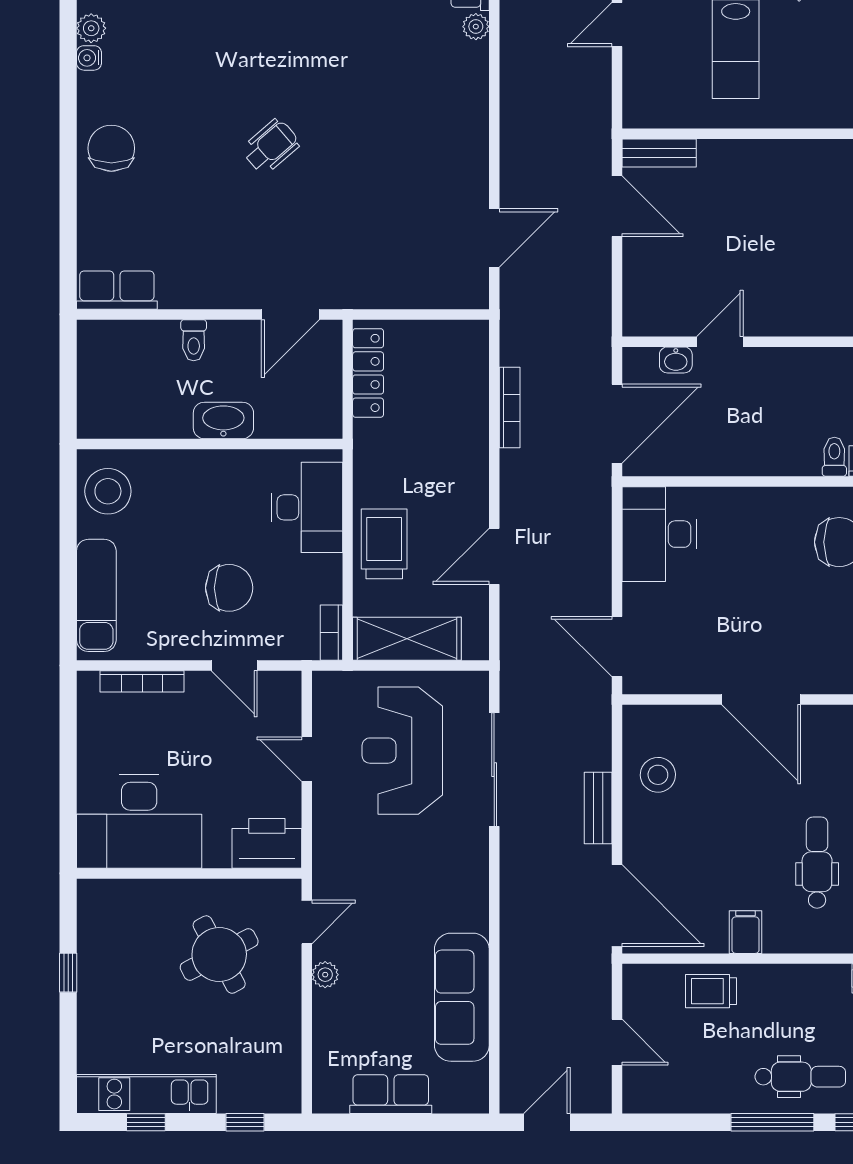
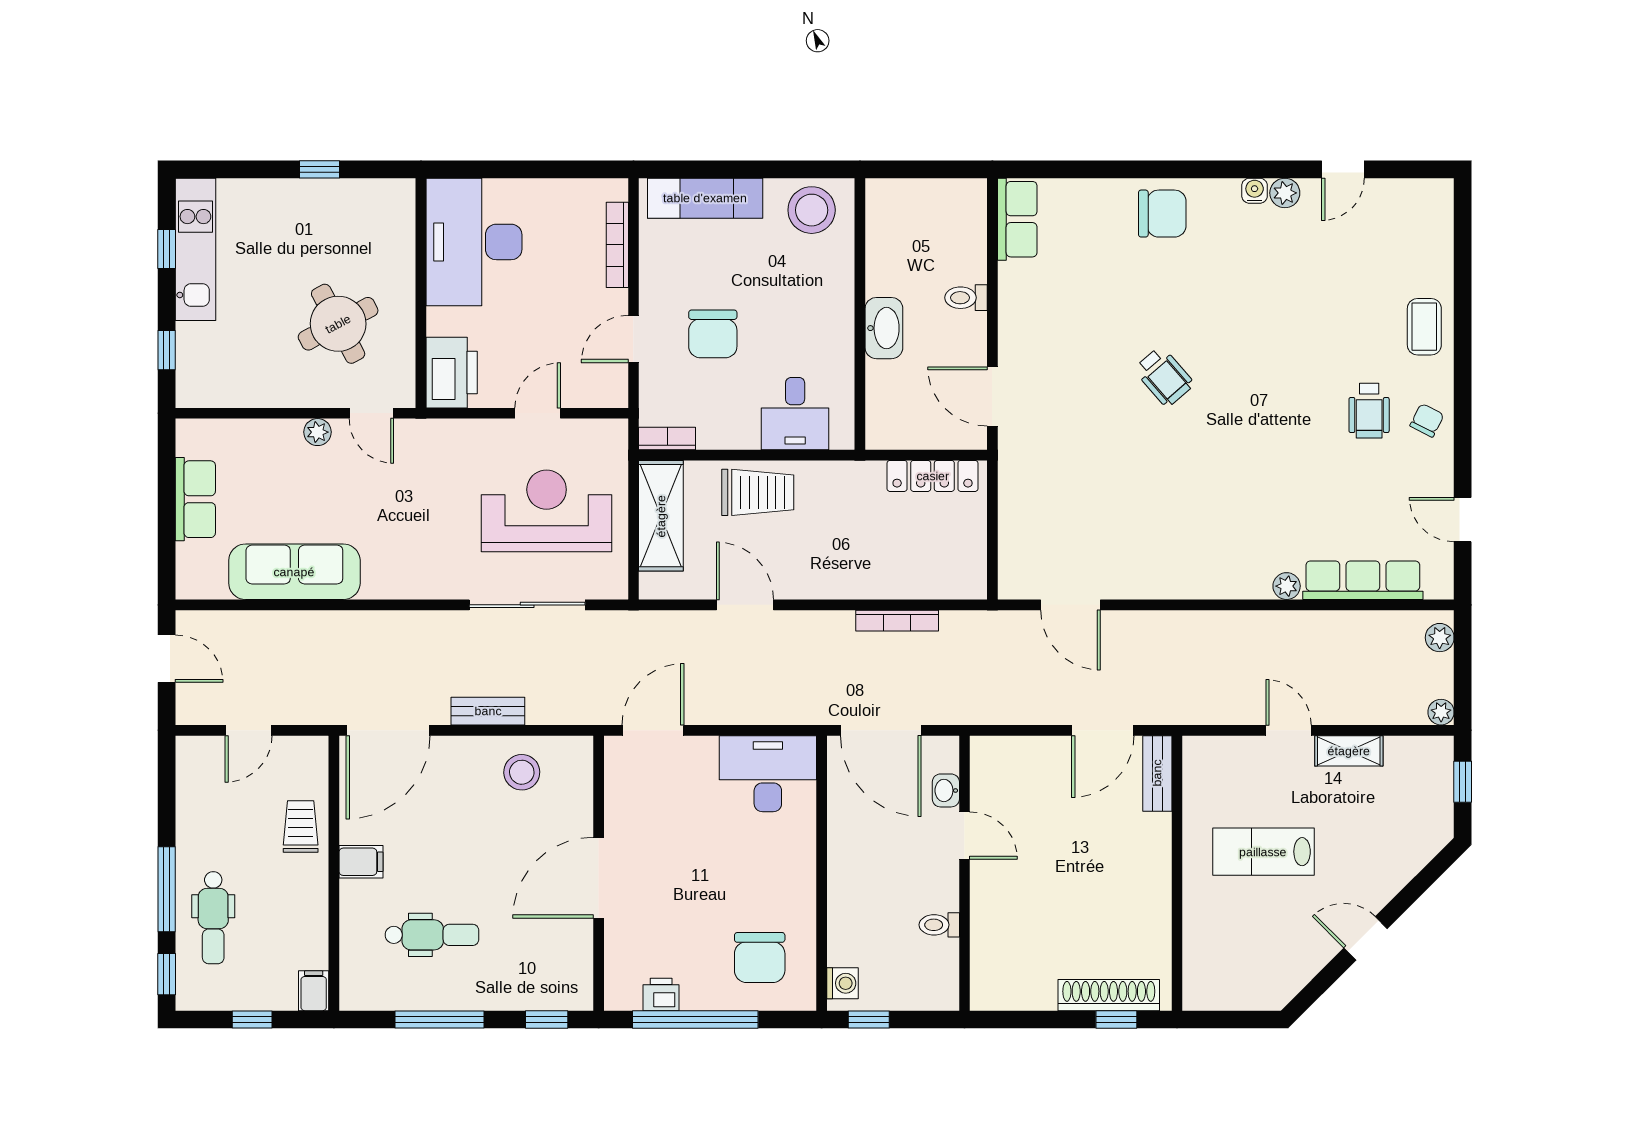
toilet: (834, 457) -> (939, 925), moved, turned 180
desk: (307, 507) -> (795, 414), width x0.73

